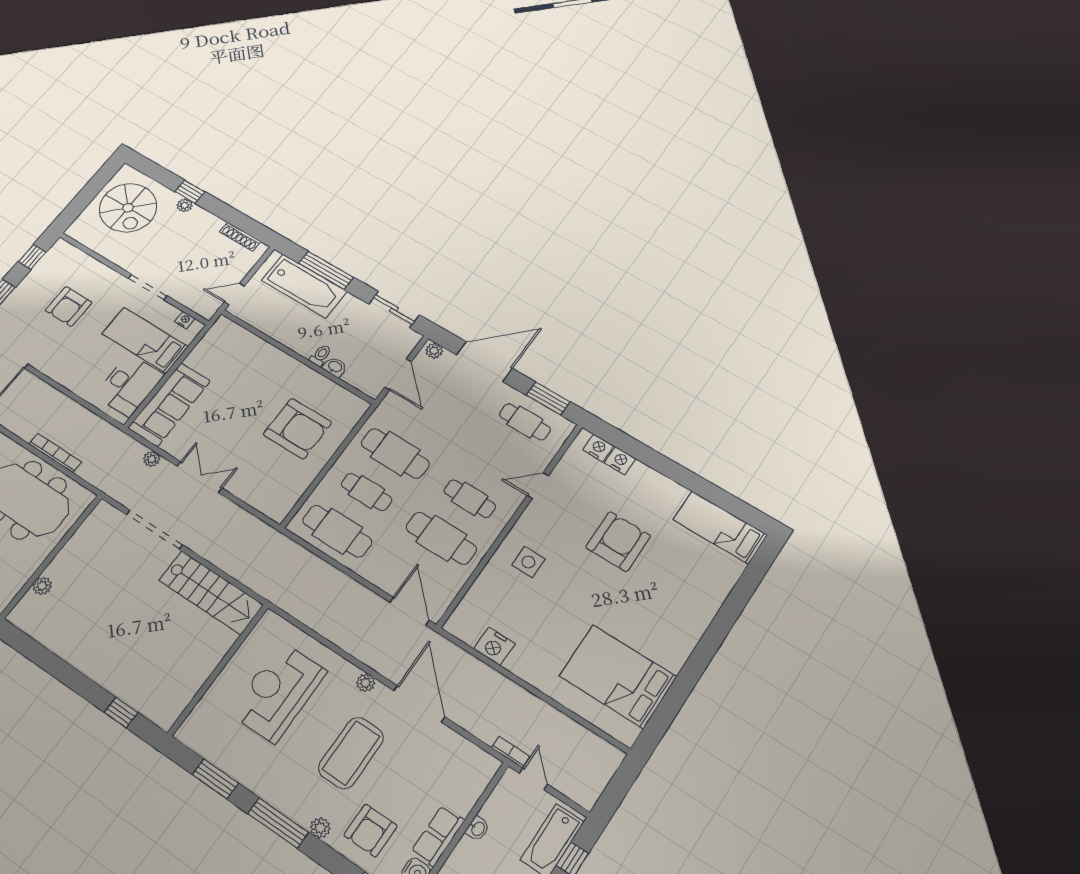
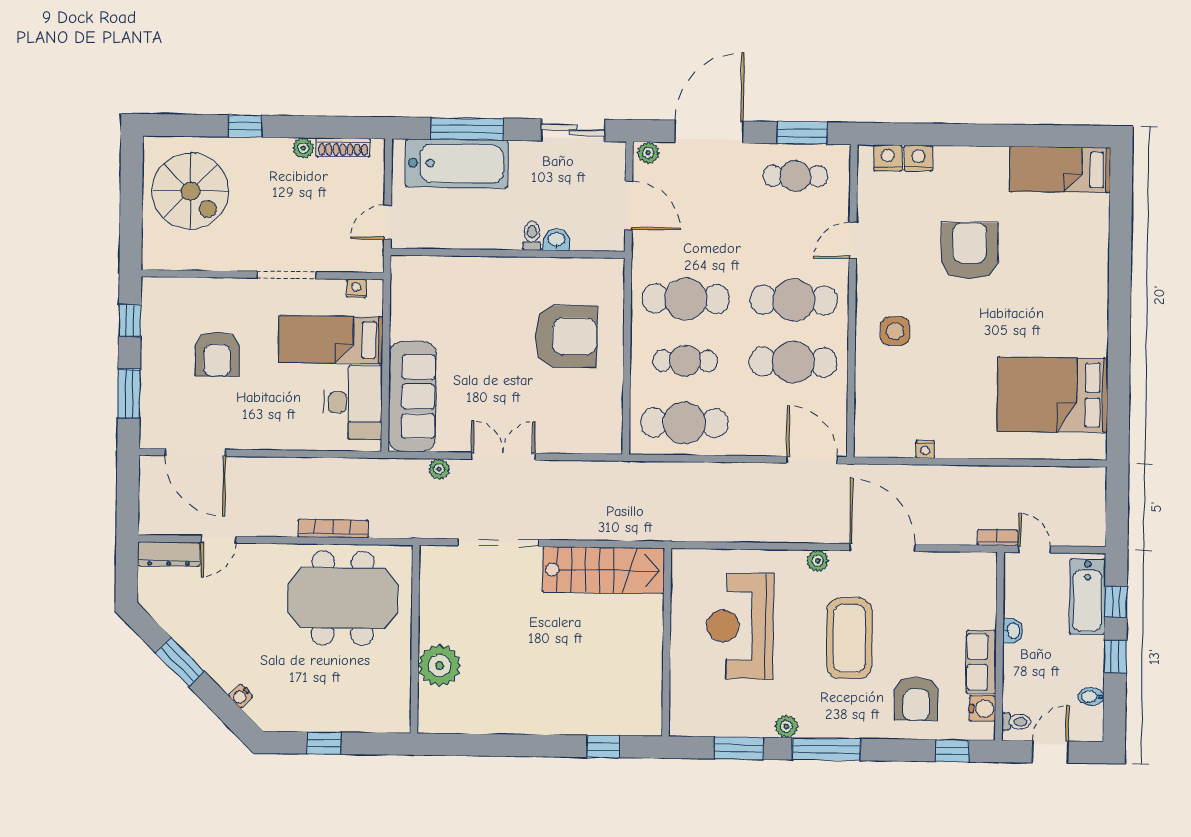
plant: (185, 205) -> (303, 148), moved
cafe table: (470, 499) -> (794, 300), width x1.37, depth x1.35
plant: (42, 586) -> (439, 665), width x1.87, depth x1.87
nightstand: (494, 646) -> (925, 449), width x0.53, depth x0.56
plant: (320, 828) -> (786, 726), moved

